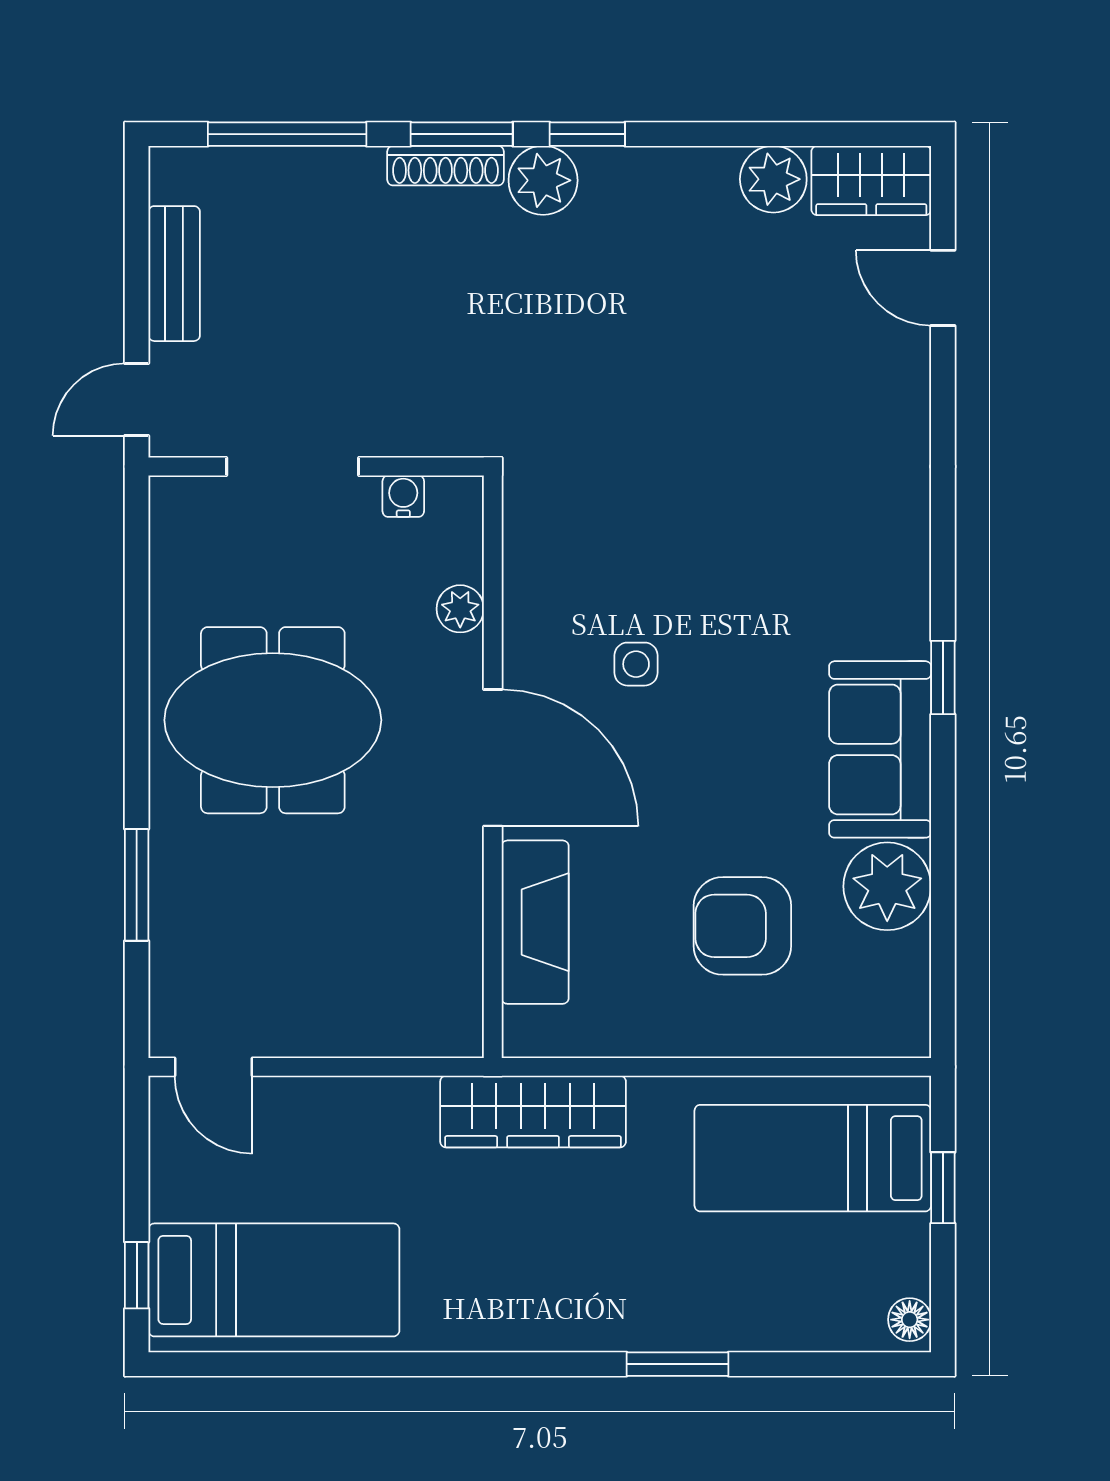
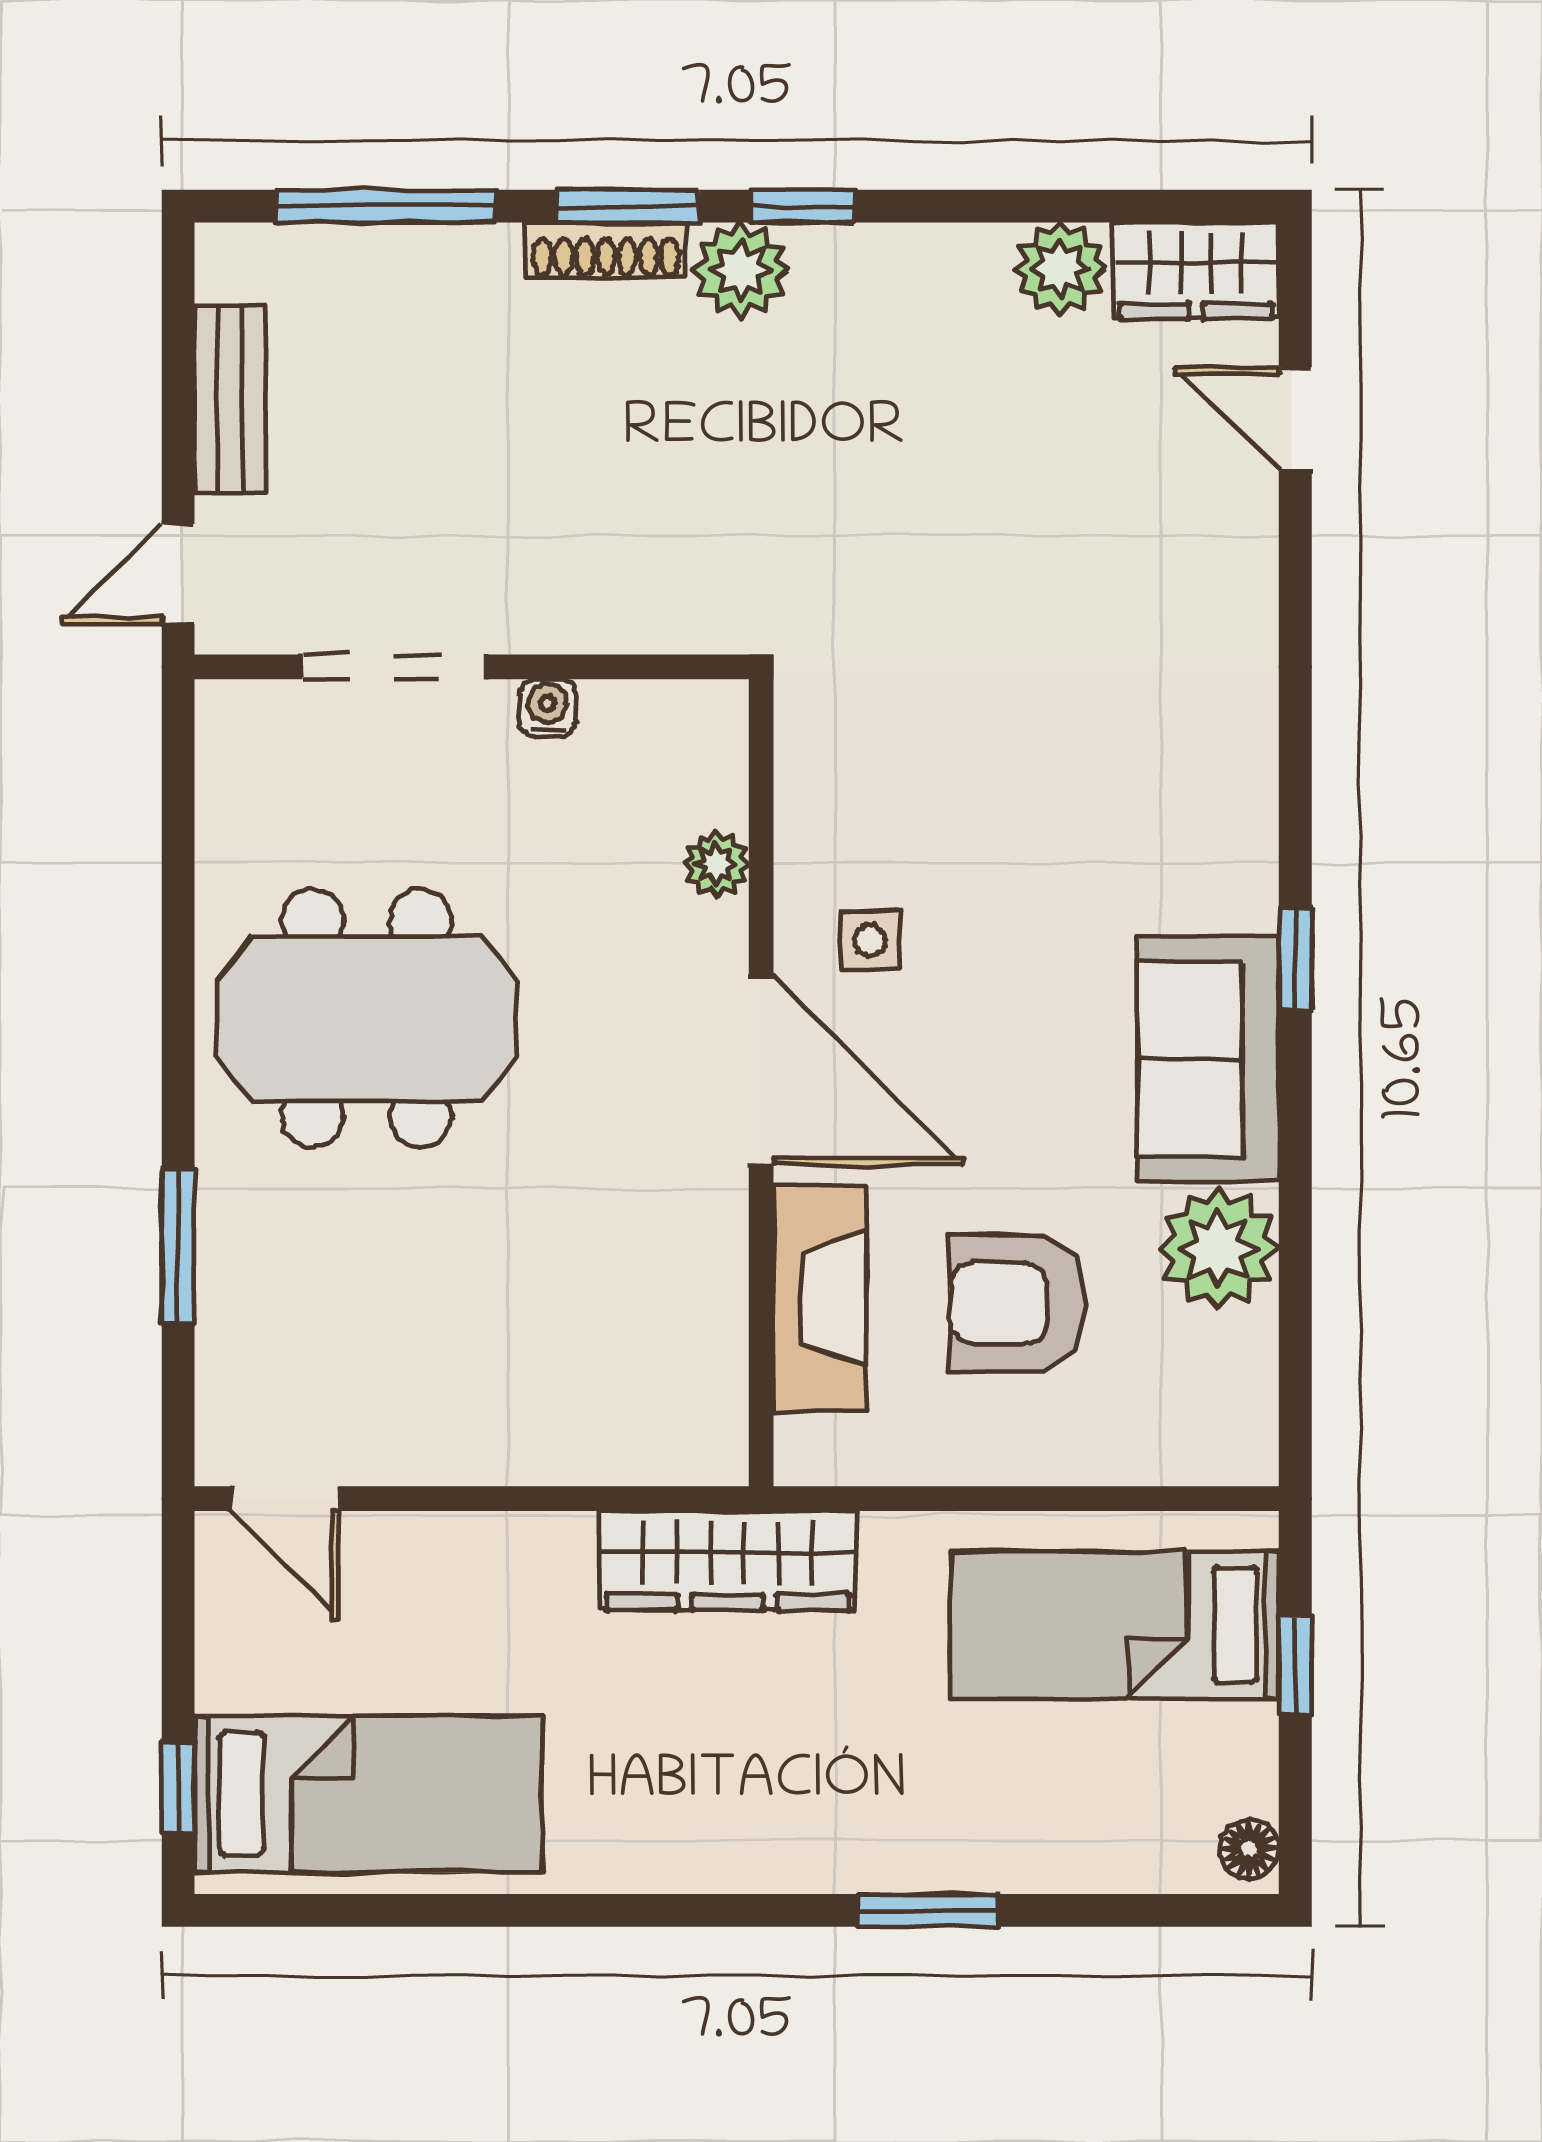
plant: (460, 609) -> (716, 864), moved
door: (493, 758) -> (761, 1071), moved
wall: (493, 767) -> (761, 1083), moved
fireplace: (535, 922) -> (820, 1298), moved

